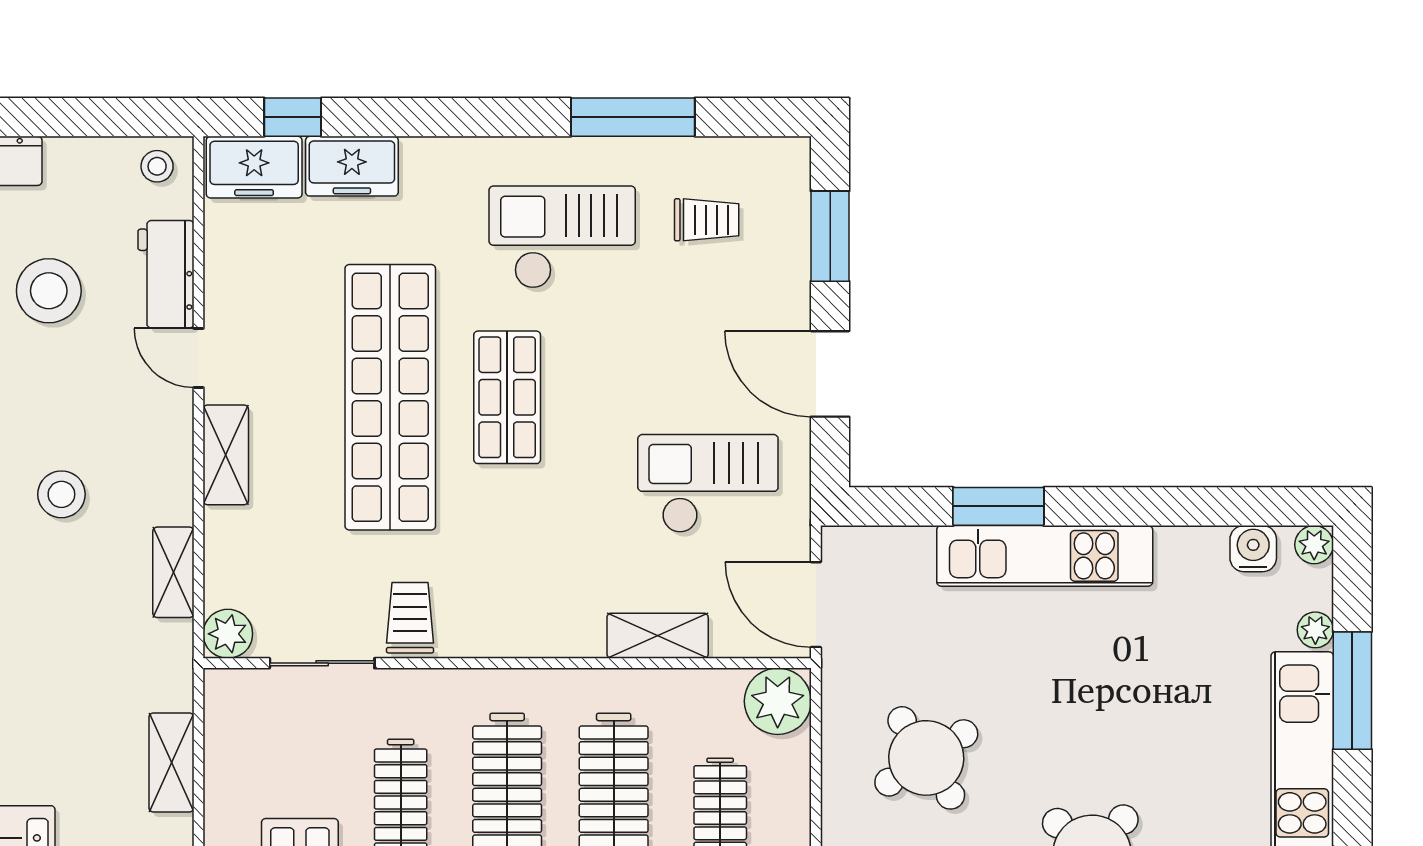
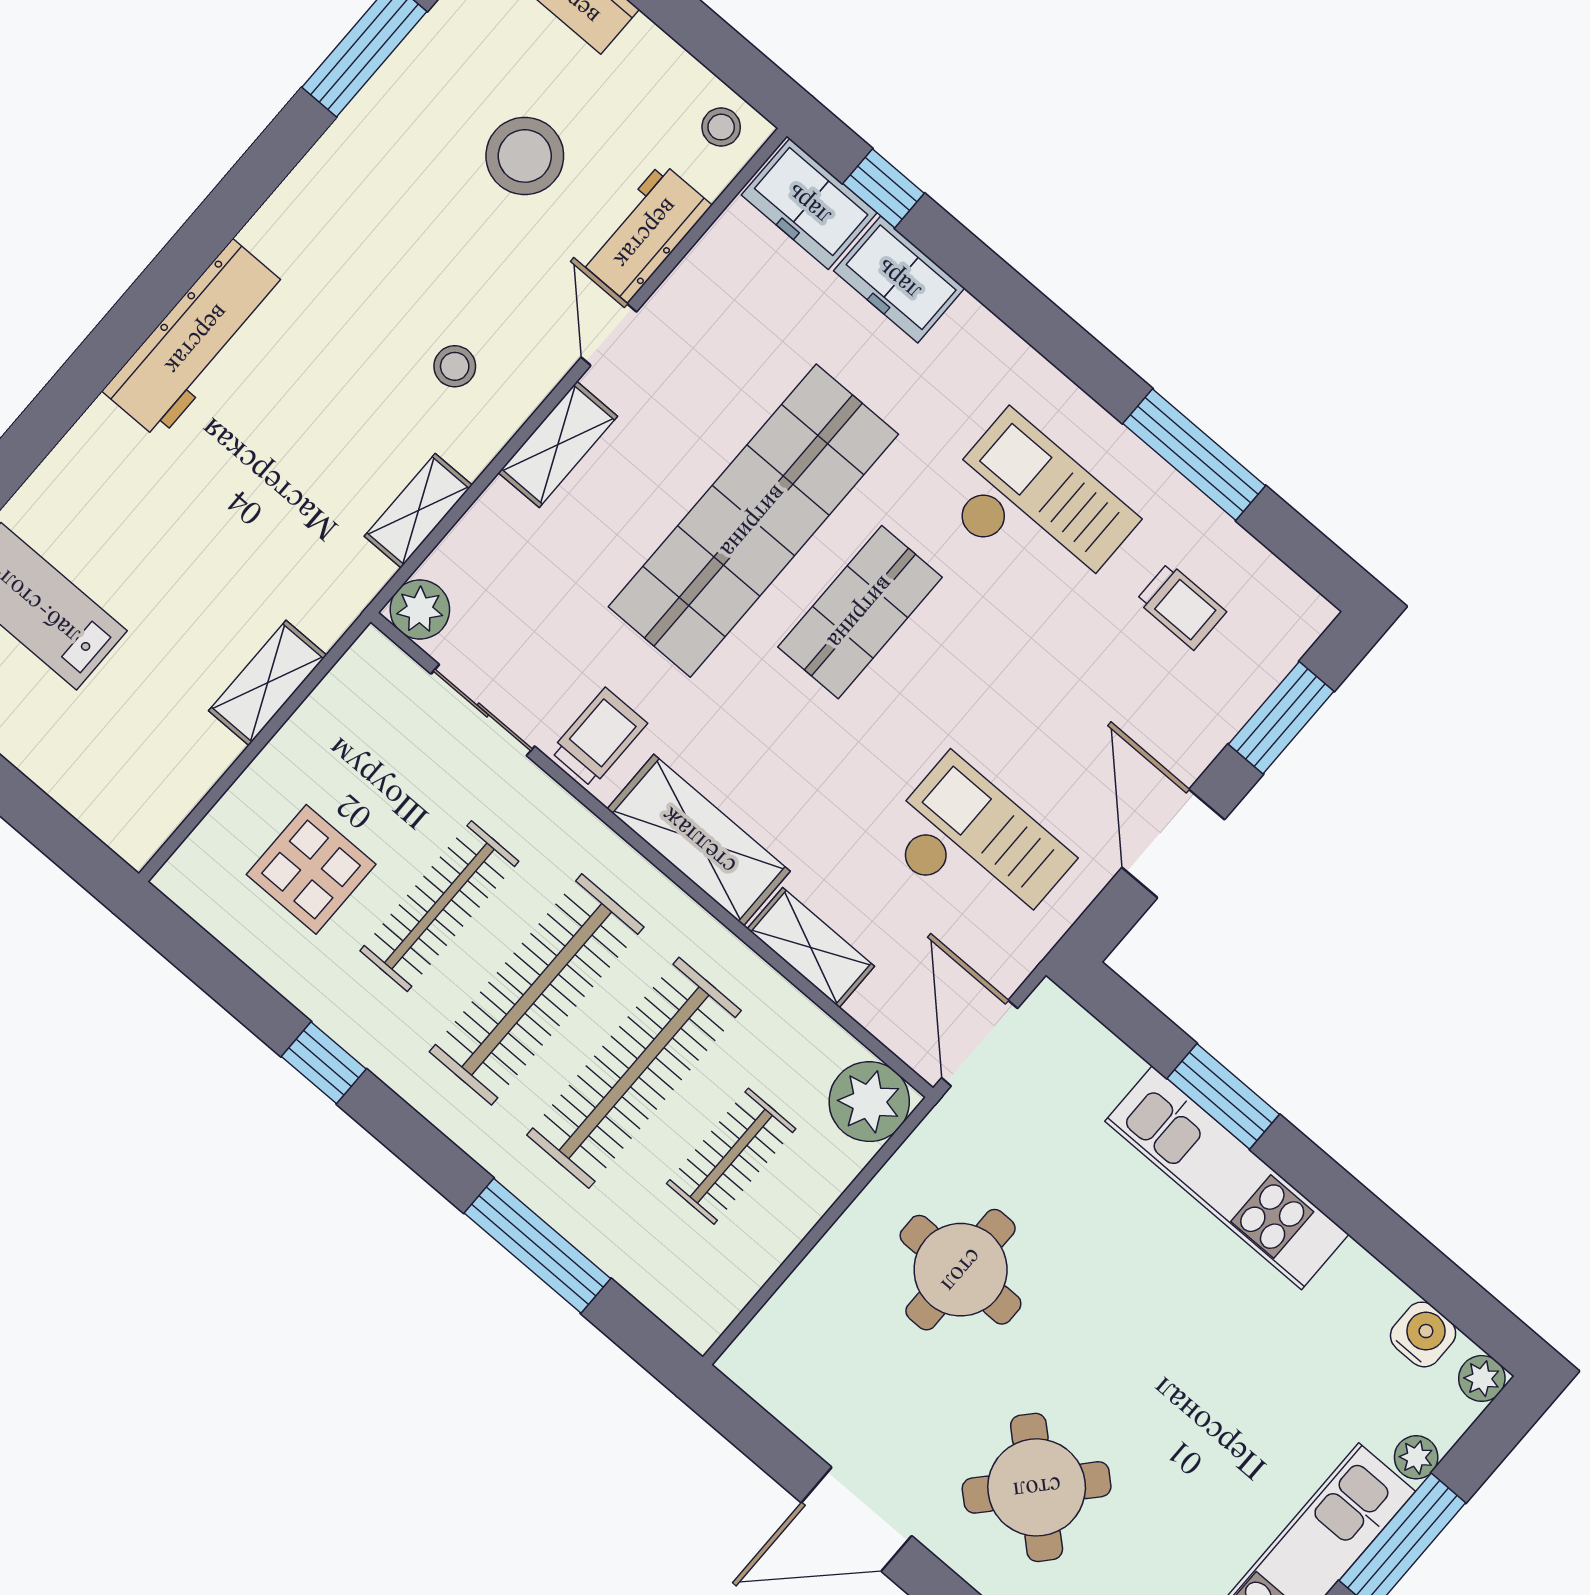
stool: (61, 494) -> (455, 366), moved, width x0.73, depth x0.73
shelving: (529, 628) -> (699, 840), added
round table: (926, 758) -> (961, 1270), turned 33

